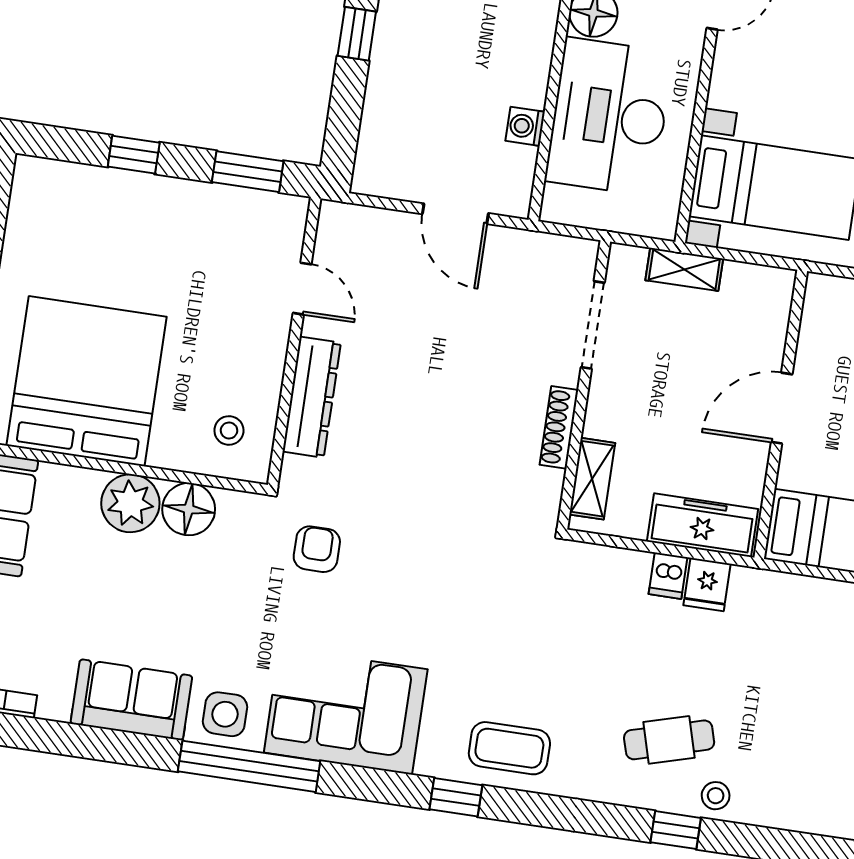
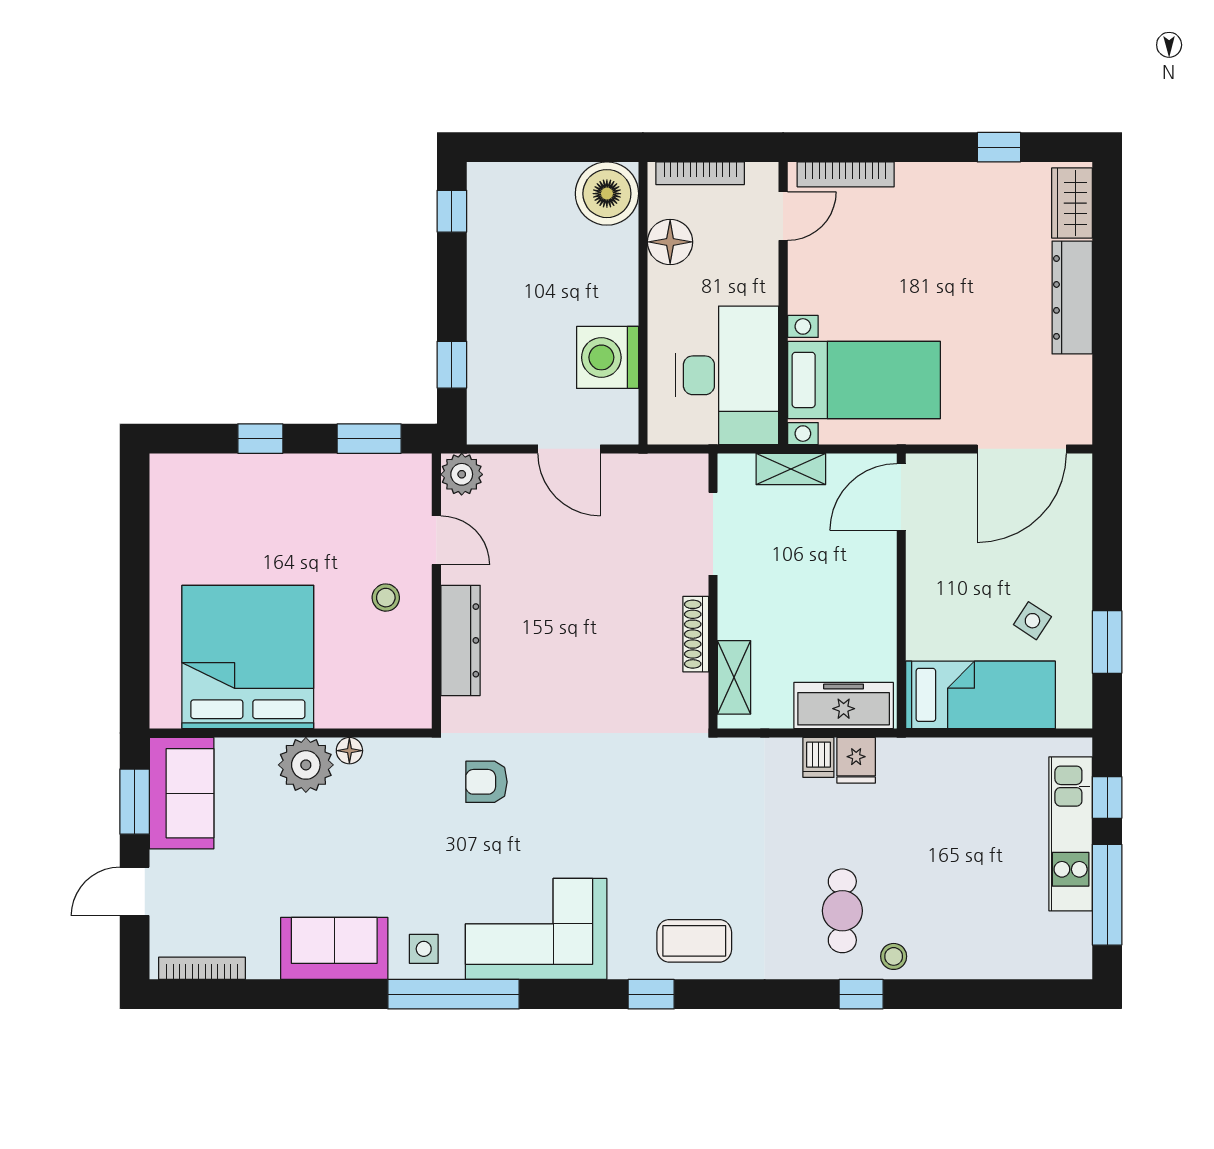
window: (357, 34) -> (452, 365), moved
desk: (609, 117) -> (727, 375), moved, turned 180
washing machine: (525, 126) -> (608, 357), width x1.89, depth x1.89
plant: (339, 223) -> (462, 474), added
door: (782, 408) -> (901, 497), moved
stool: (229, 430) -> (386, 598), moved
floor lamp: (189, 509) -> (349, 751), width x0.53, depth x0.53
armchair: (317, 549) -> (486, 782), turned -90
side table: (225, 714) -> (424, 949), width x0.73, depth x0.73
cafe table: (669, 740) -> (842, 911), turned -74

